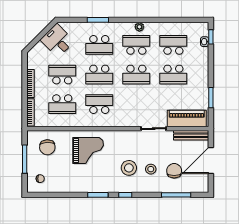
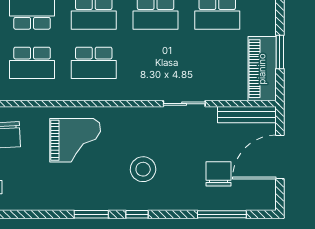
school desk: (99, 104) -> (94, 63), turned 180
piano: (187, 119) -> (262, 69), moved, turned -90
stool: (151, 169) -> (180, 171), removed

